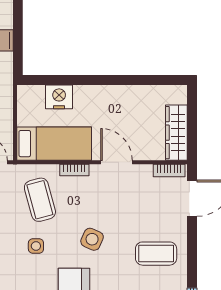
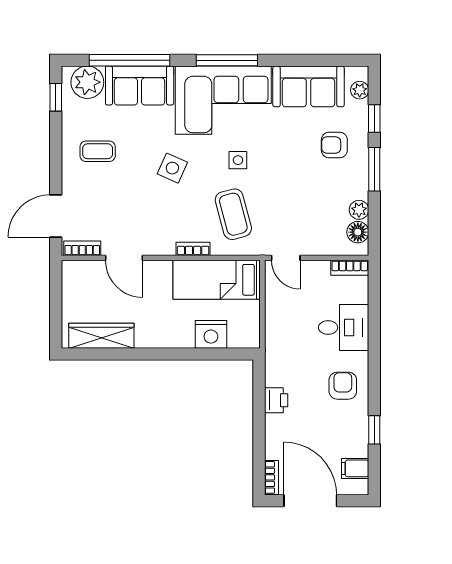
wardrobe: (176, 133) -> (101, 336), moved, turned -90
door: (116, 162) -> (124, 258), moved
coffee table: (156, 254) -> (98, 151), width x0.73, depth x0.77

